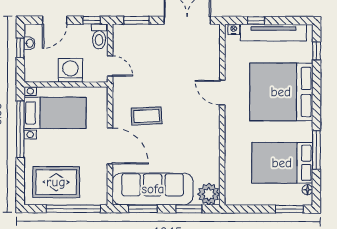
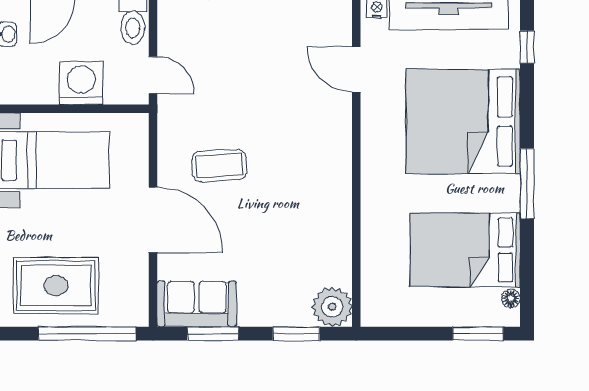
door: (222, 93) -> (356, 69), moved
window: (316, 150) -> (527, 184), moved
sofa: (153, 189) -> (197, 304), width x0.54, depth x0.79

